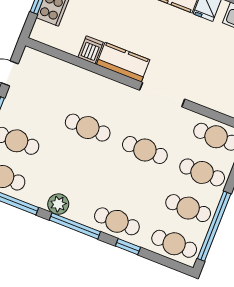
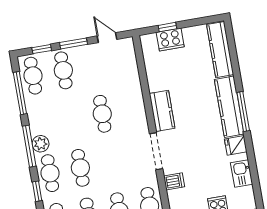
dishwasher: (91, 50) -> (174, 181), moved
cafe table: (145, 150) -> (80, 168), moved
plant: (58, 204) -> (40, 144), moved

